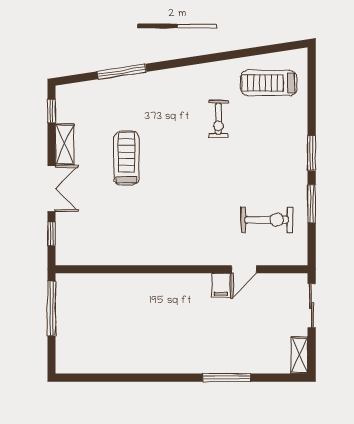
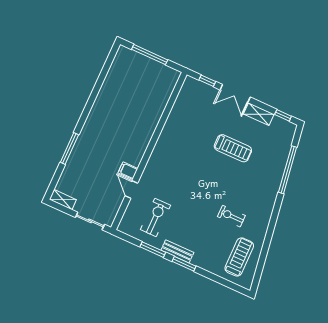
window: (122, 72) -> (288, 170), width x1.46
bench: (299, 170) -> (177, 251), added
exercise bike: (267, 220) -> (155, 217), turned 180
window: (52, 308) -> (150, 55), moved

